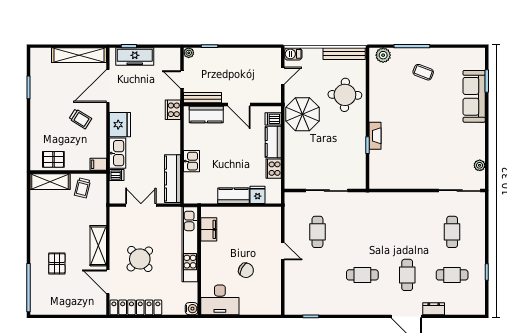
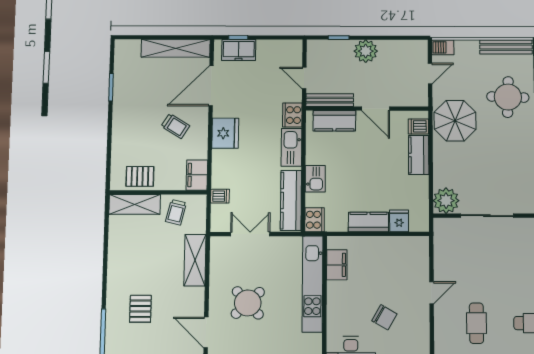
plant: (189, 53) -> (366, 51), moved, width x1.88, depth x1.88
freezer: (135, 56) -> (239, 50), width x0.71
kitchen sink: (118, 153) -> (291, 147), moved, turned 180
filing cabinet: (98, 164) -> (197, 175), width x2.00
cooker: (274, 169) -> (315, 220), moved, turned 180
plant: (295, 179) -> (446, 201), added
cafe table: (317, 232) -> (476, 323), moved
shelving: (98, 246) -> (195, 260), moved
door: (283, 251) -> (432, 293), hinge flipped

